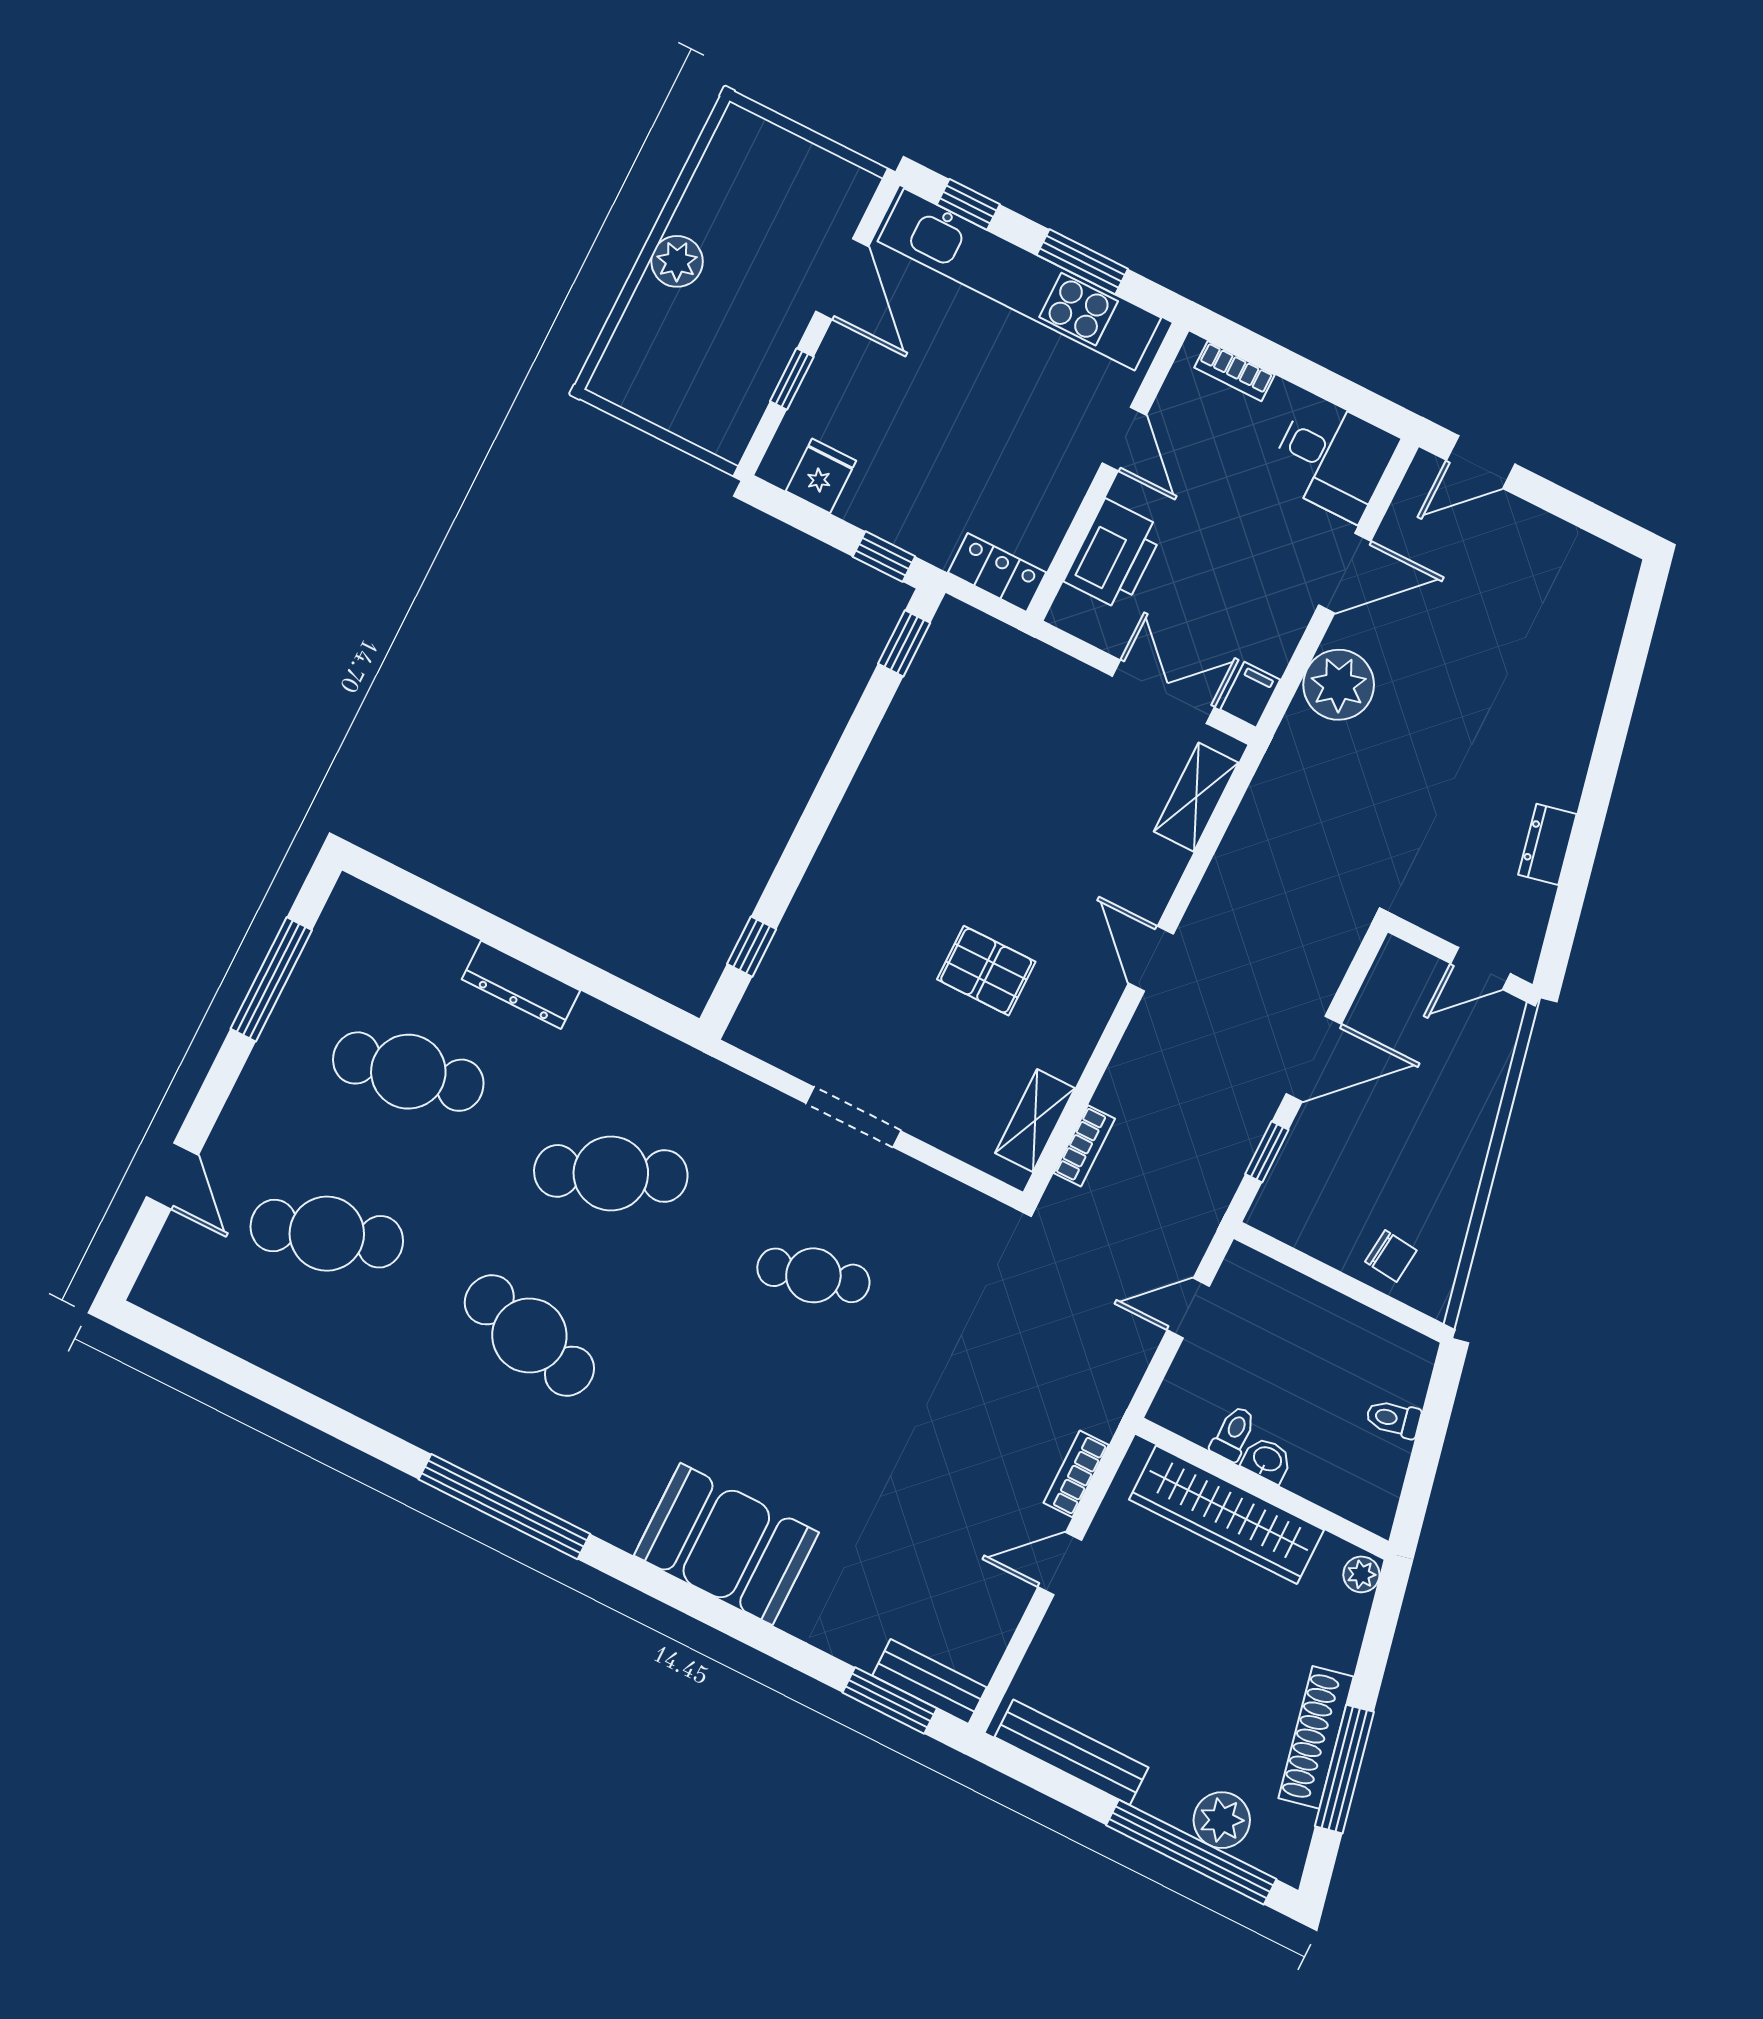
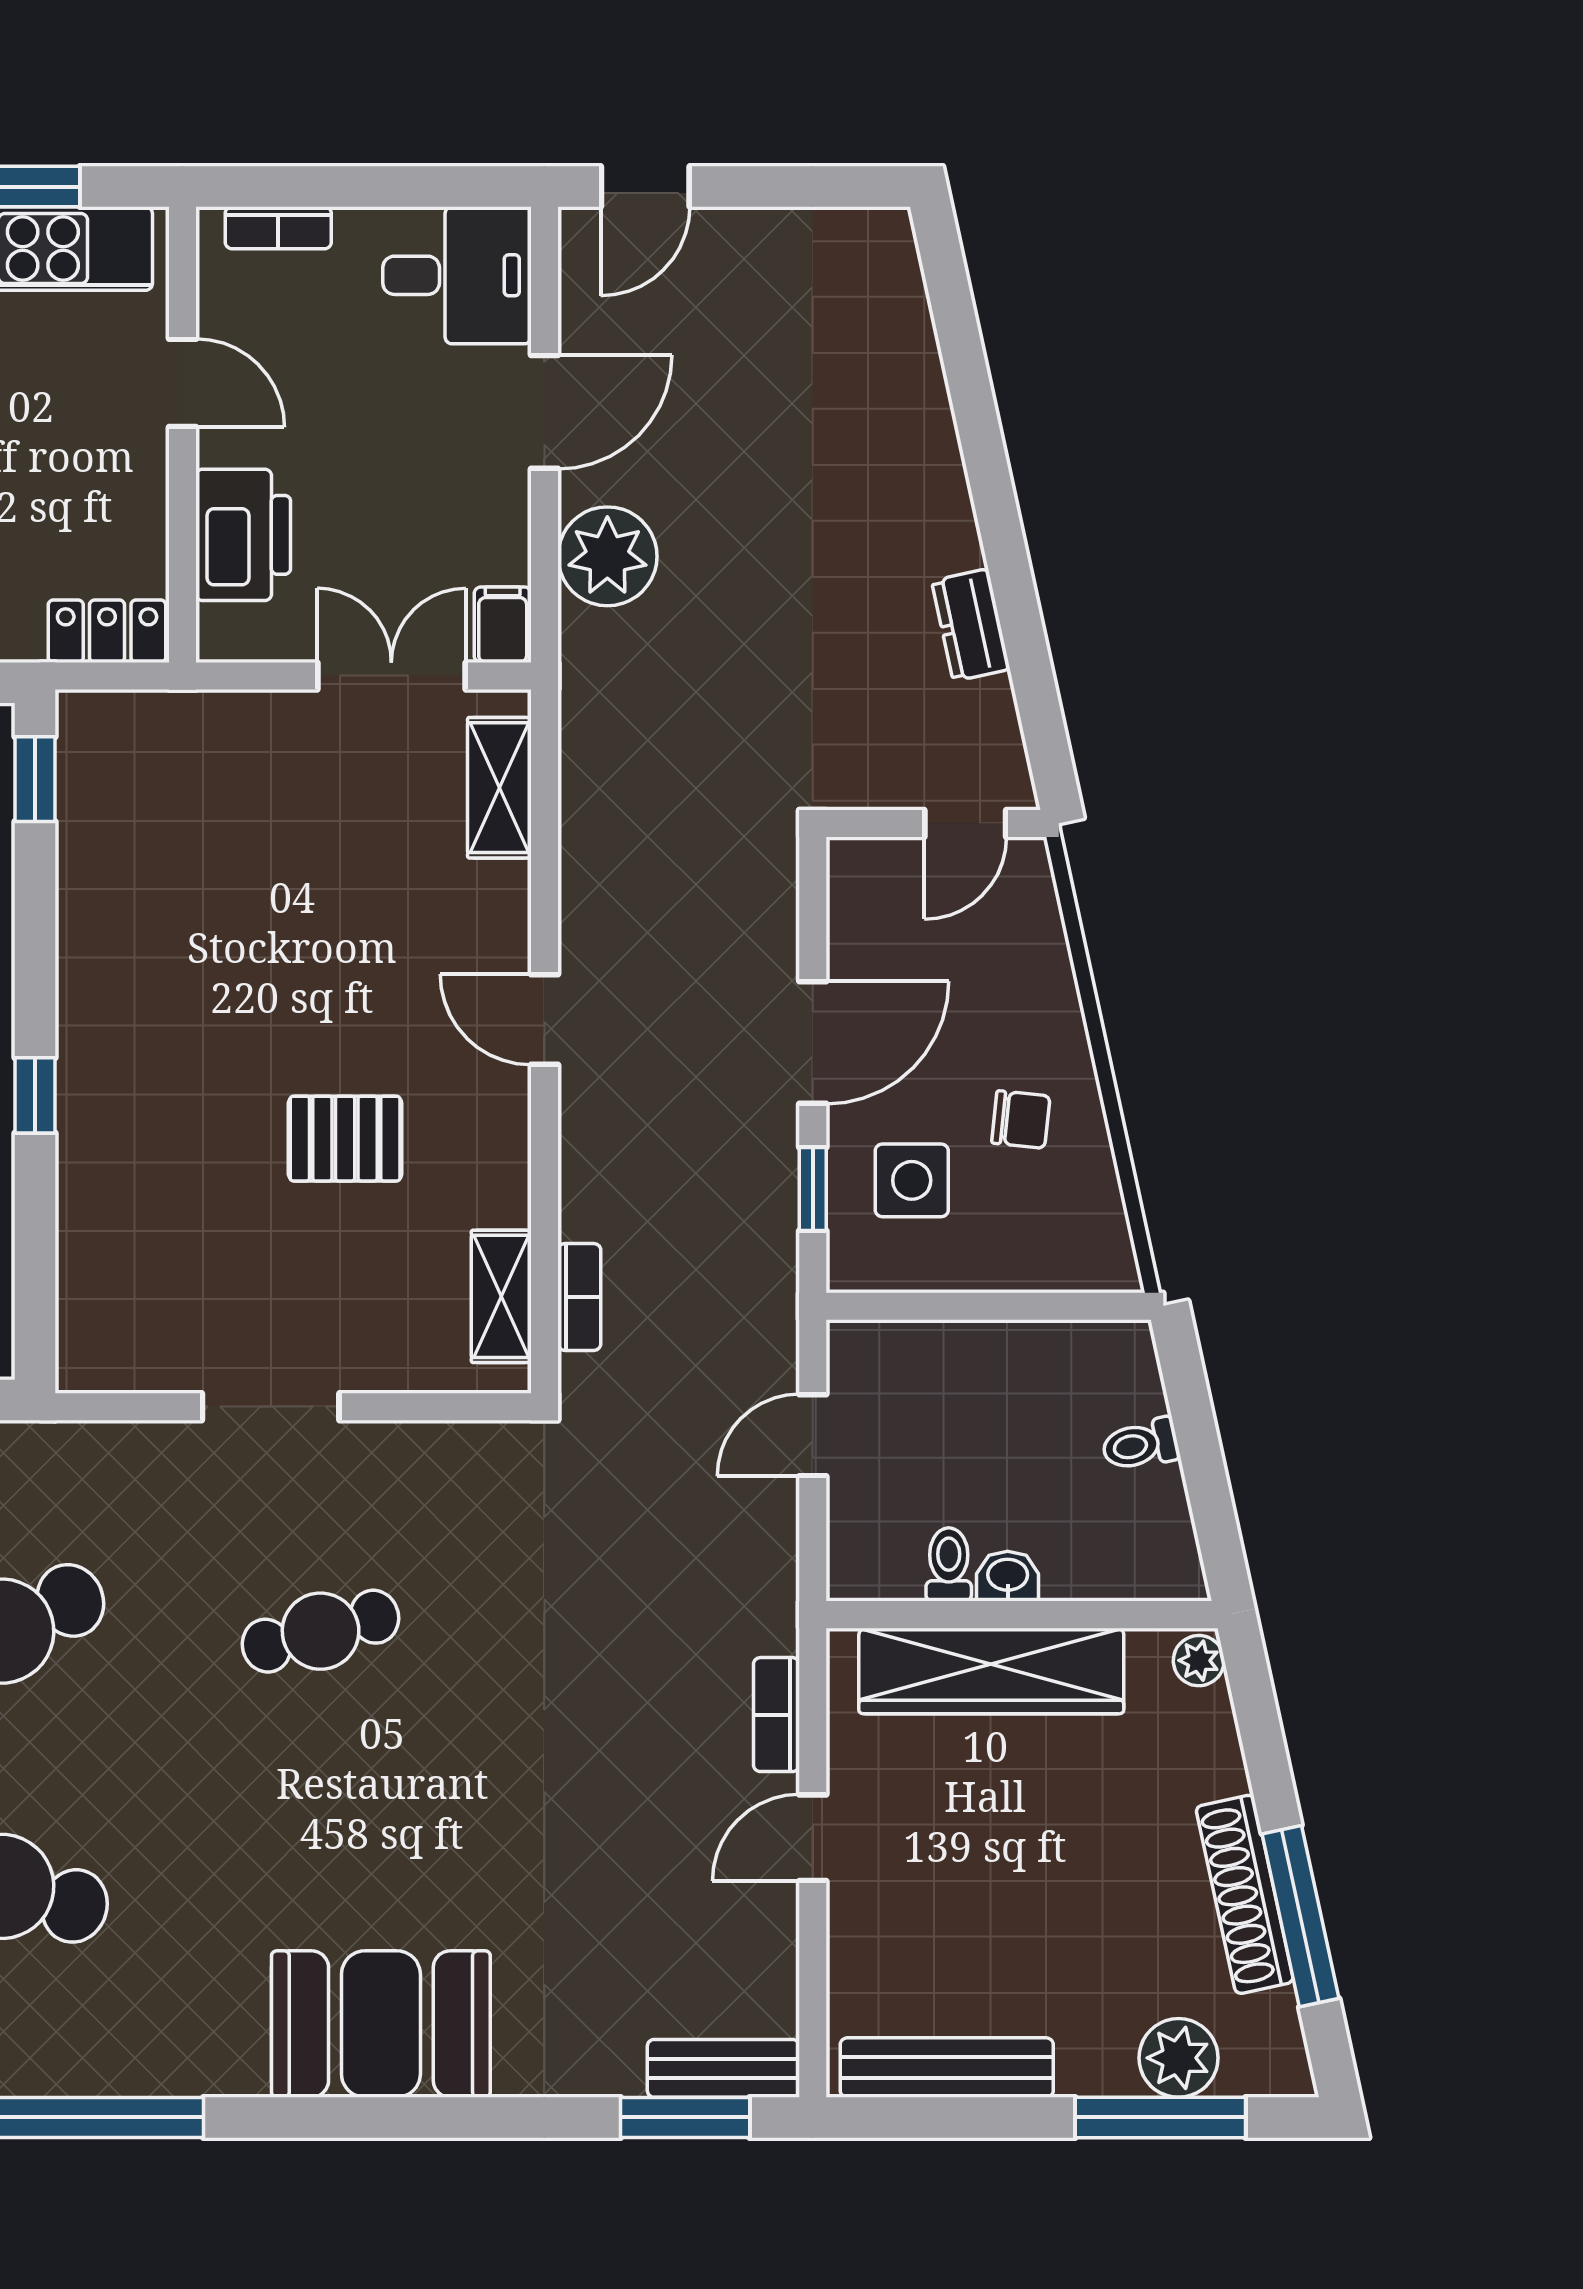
window: (752, 947) -> (35, 1095), moved
side table: (1333, 1178) -> (912, 1180), added
chair: (1391, 1256) -> (1021, 1120), moved
window: (1191, 1852) -> (1160, 2117), width x0.68

